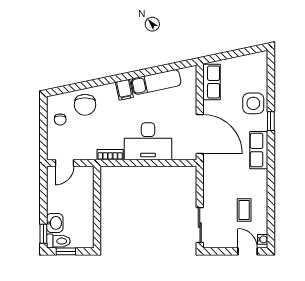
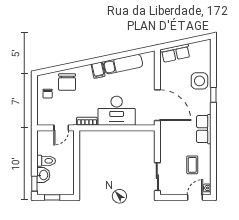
row of seats: (211, 82) -> (175, 53), moved, turned 78
row of seats: (259, 150) -> (204, 129), moved
door: (64, 163) -> (61, 128), moved
toilet: (58, 241) -> (46, 161), moved
door: (248, 251) -> (195, 197), hinge flipped

